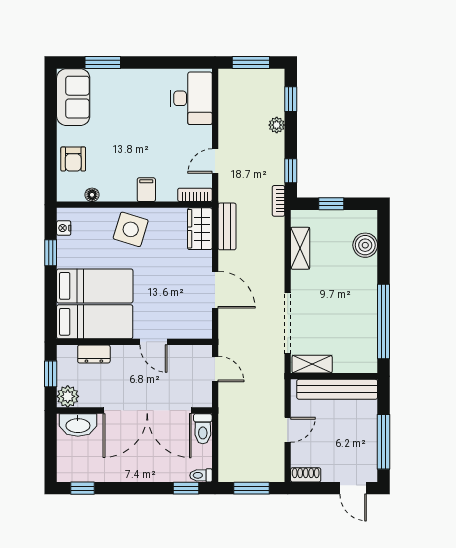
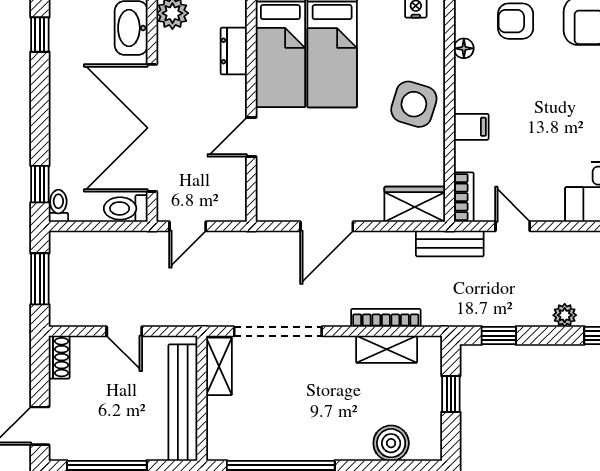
bookcase: (278, 201) -> (386, 318), moved, width x1.56
bench: (227, 226) -> (450, 243), moved
door: (215, 369) -> (188, 226), moved

